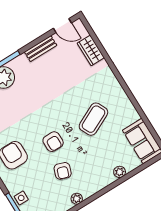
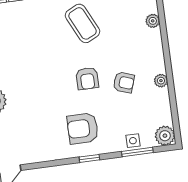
armchair: (53, 142) -> (87, 78), turned 90

